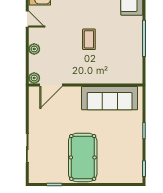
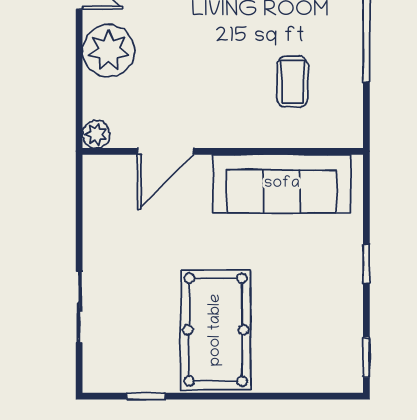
coffee table: (89, 39) -> (292, 82), moved
plant: (34, 49) -> (108, 51), width x1.87, depth x1.87
door: (51, 85) -> (166, 151), moved

